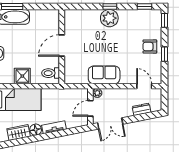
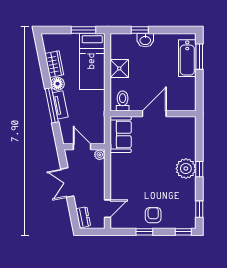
door: (62, 46) -> (154, 114), hinge flipped
sofa: (104, 75) -> (121, 134), moved
dresser: (142, 109) -> (83, 217), moved
double door: (110, 123) -> (67, 183), moved
window: (54, 135) -> (52, 105), added

